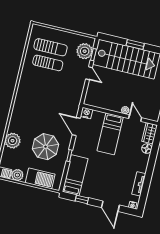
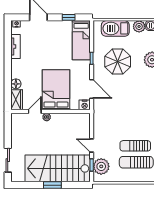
door: (135, 118) -> (35, 112), swing flipped
bed: (110, 134) -> (56, 90), width x1.50

